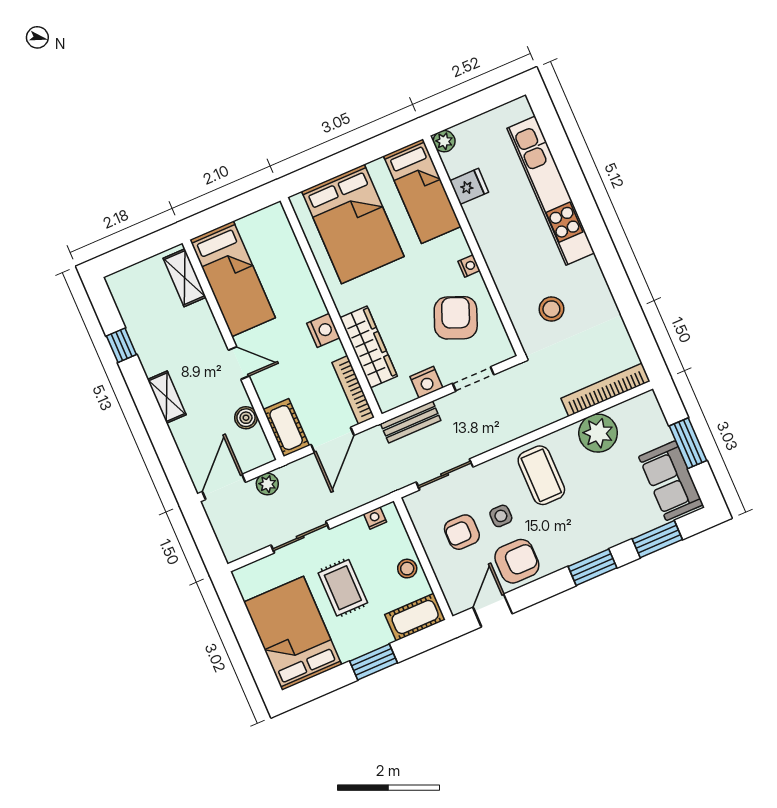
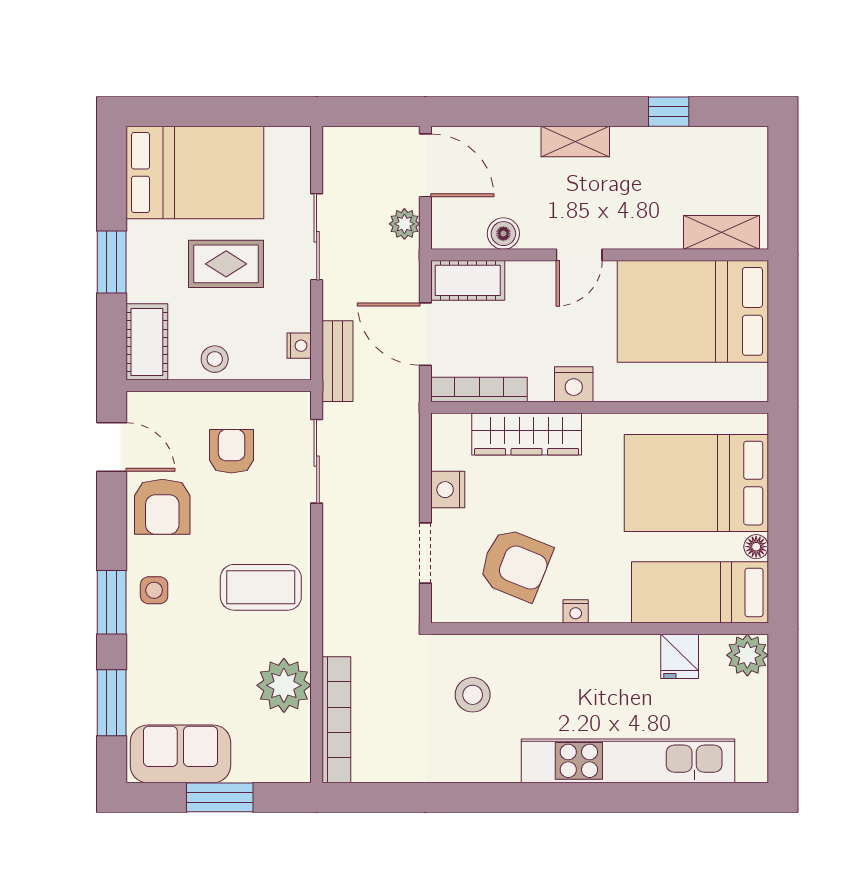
plant: (444, 141) -> (747, 655), width x1.38, depth x1.38
floor lamp: (377, 168) -> (756, 547), added
bed: (232, 279) -> (693, 311), width x1.50
bench: (411, 422) -> (337, 361), moved
side table: (501, 516) -> (154, 590), moved

